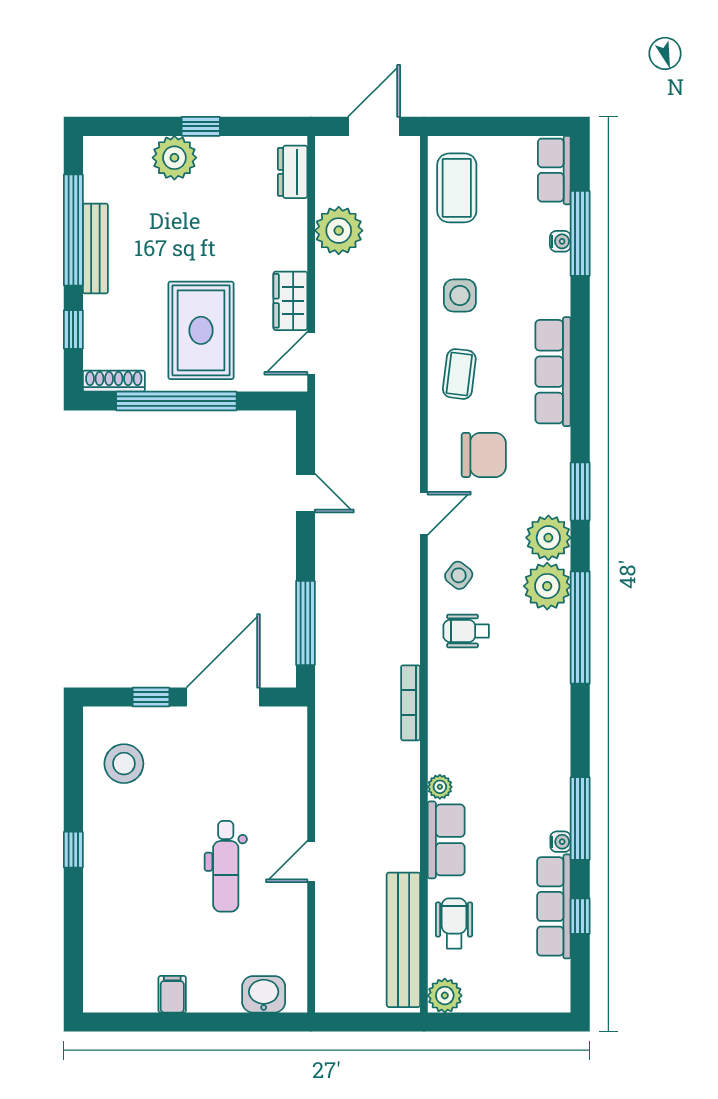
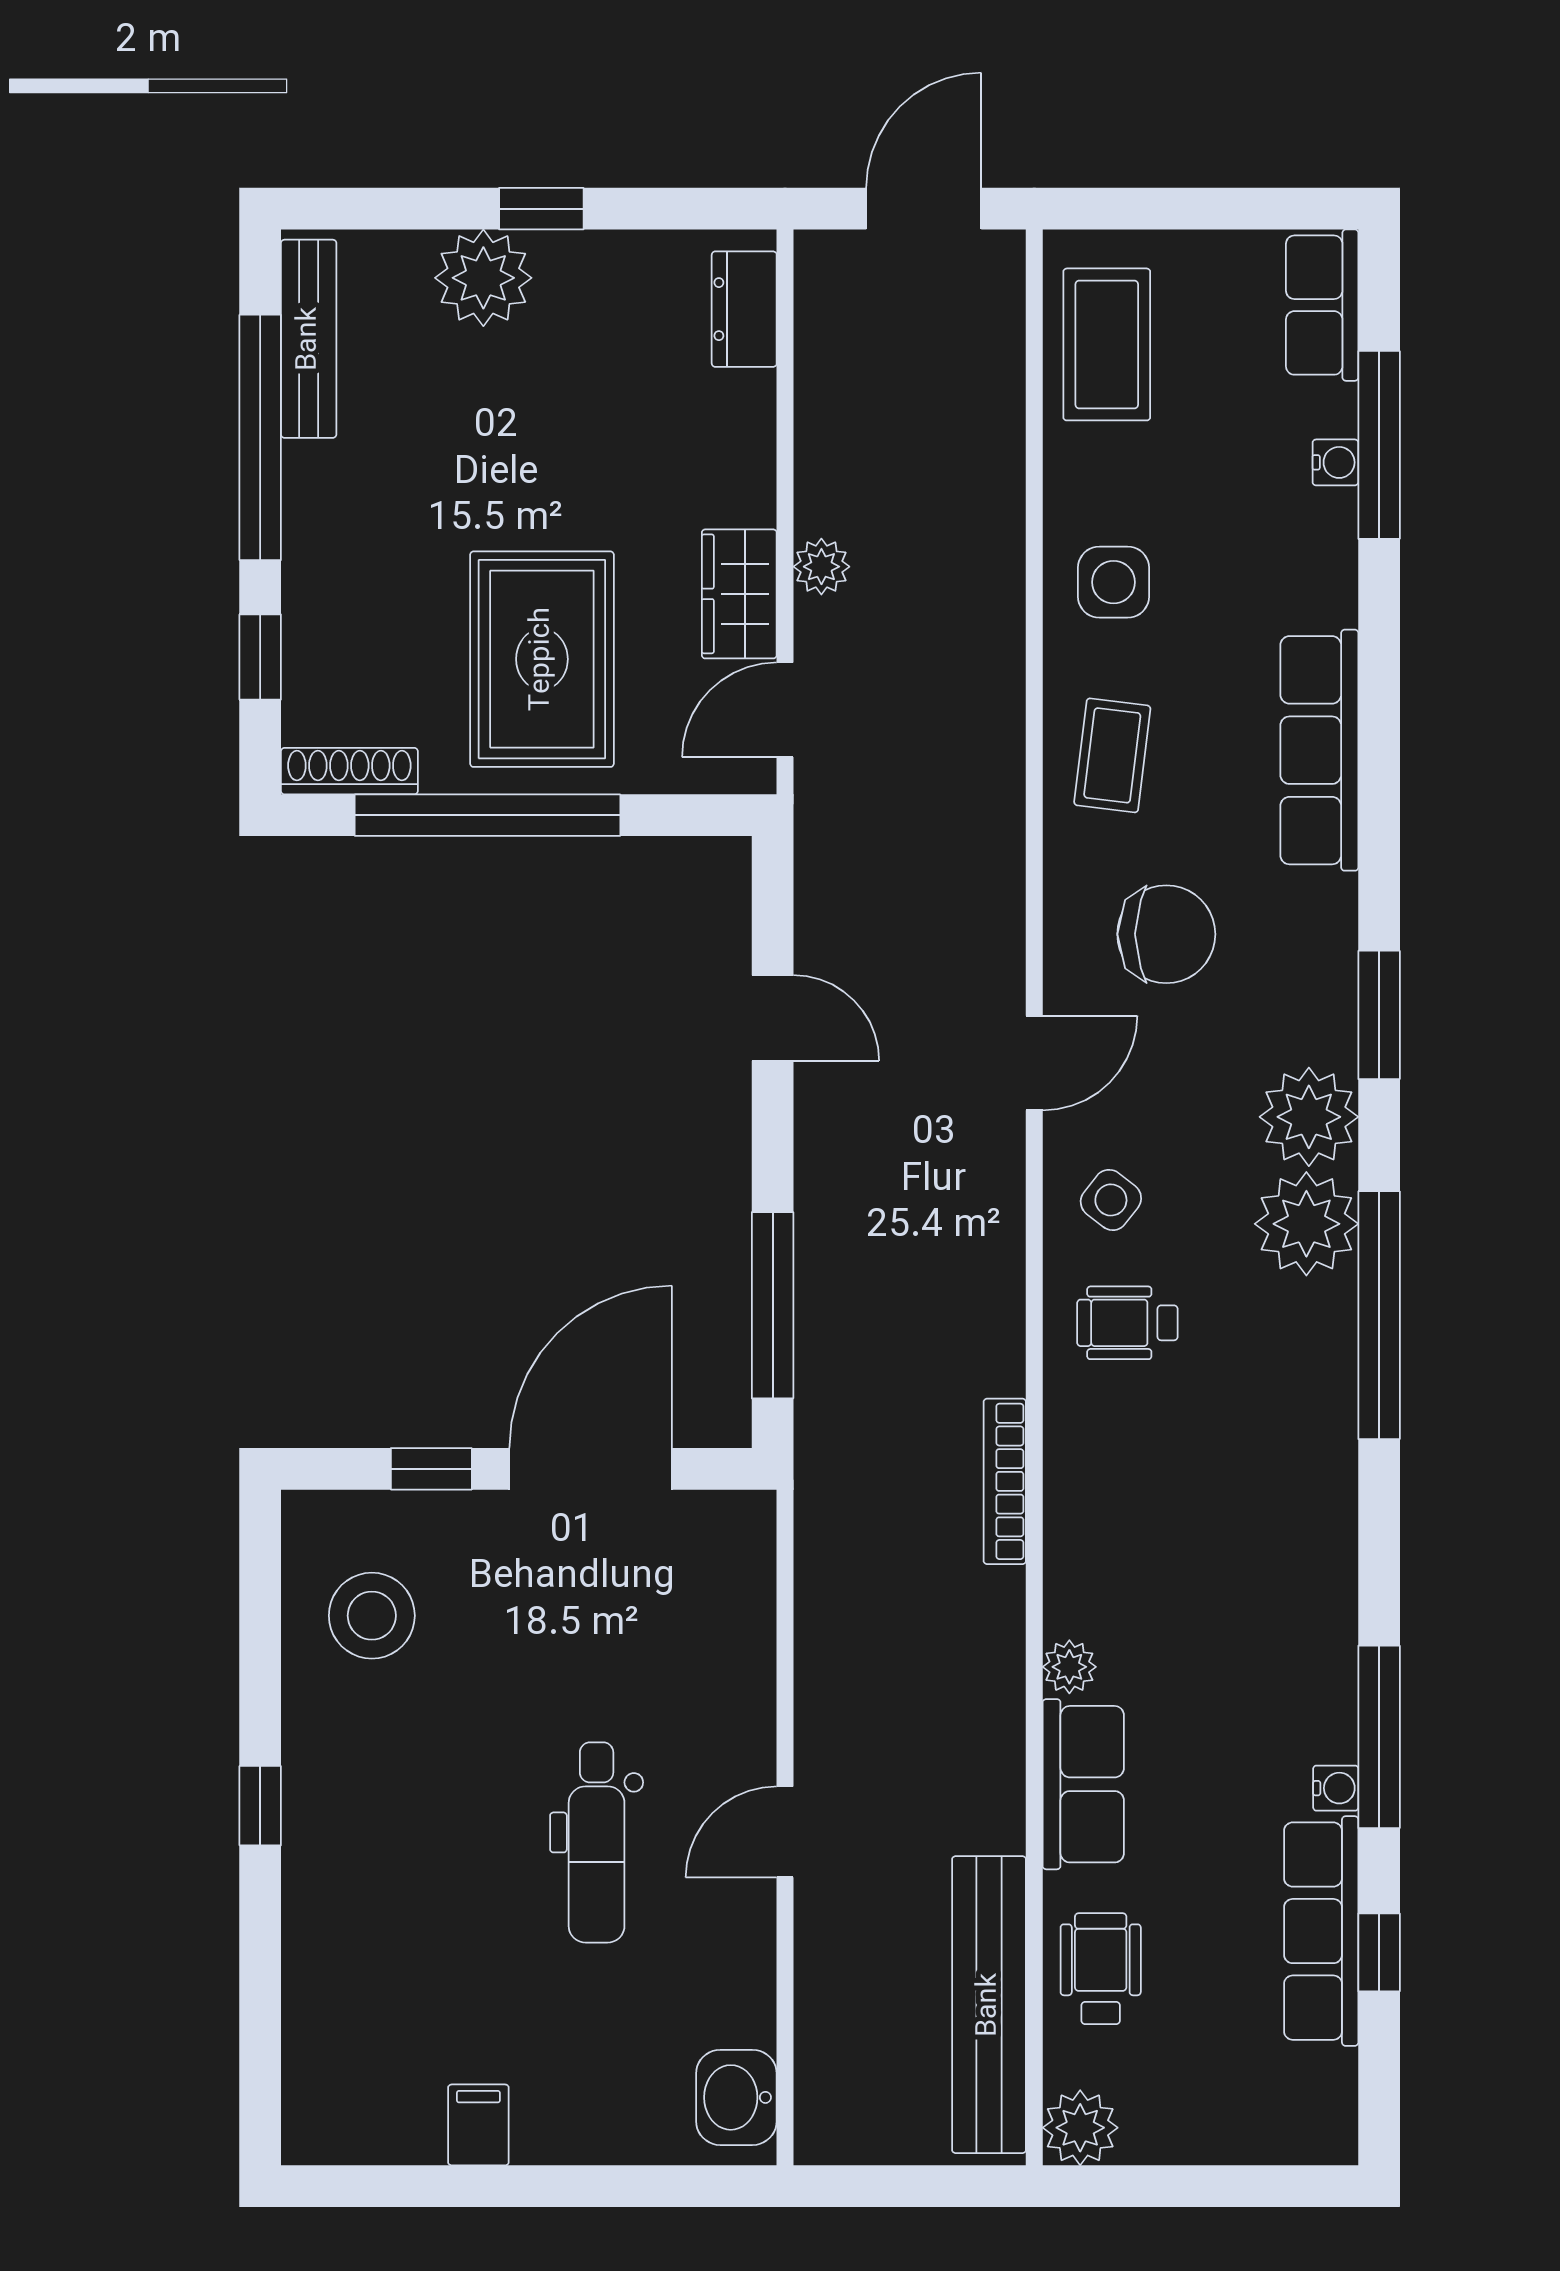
plant: (339, 231) -> (821, 567), moved, width x0.53, depth x0.53
bench: (95, 249) -> (309, 339), moved
washbasin: (264, 994) -> (736, 2097), moved, turned -90

